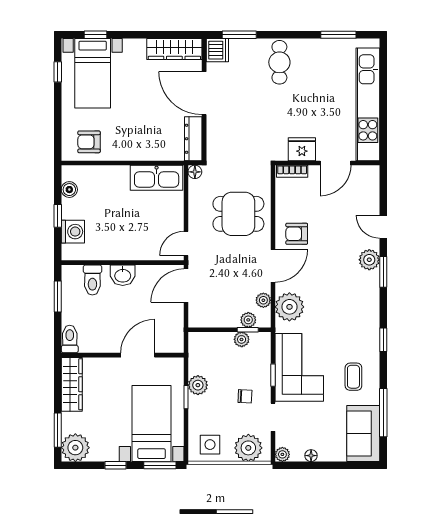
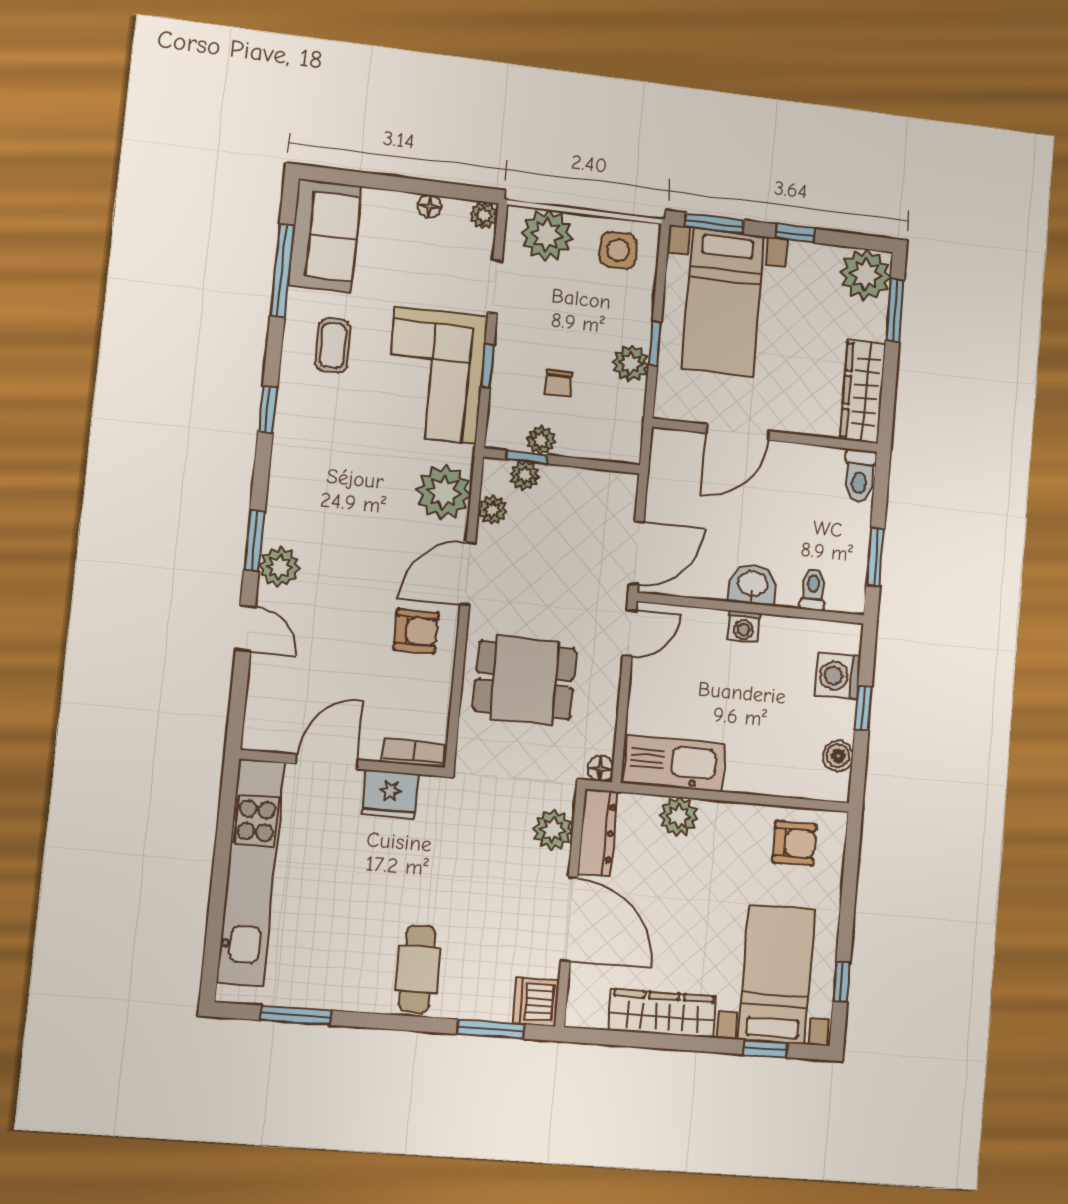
wardrobe: (174, 49) -> (663, 1013), moved
plant: (217, 138) -> (553, 830), added
plant: (152, 151) -> (679, 816), added
washing machine: (126, 253) -> (744, 627), added
toilet: (92, 280) -> (813, 590), width x0.73, depth x0.72
chair: (245, 396) -> (558, 383), moved, turned -93

